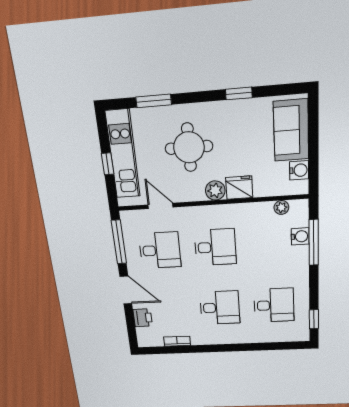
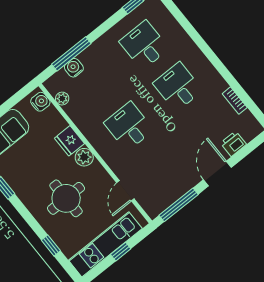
window: (154, 101) -> (51, 245), width x0.67
water cooler: (299, 170) -> (40, 102), moved, turned 90
desk: (160, 250) -> (162, 168), removed

